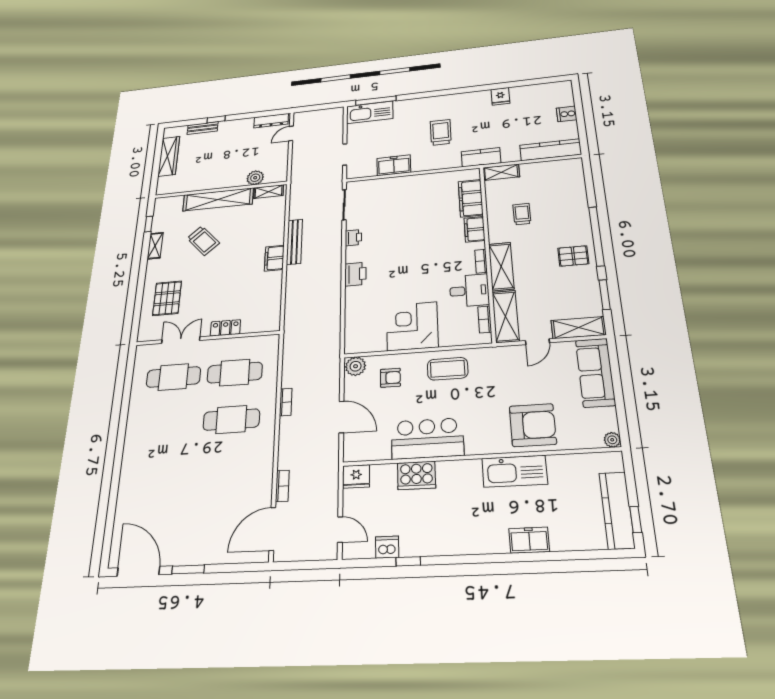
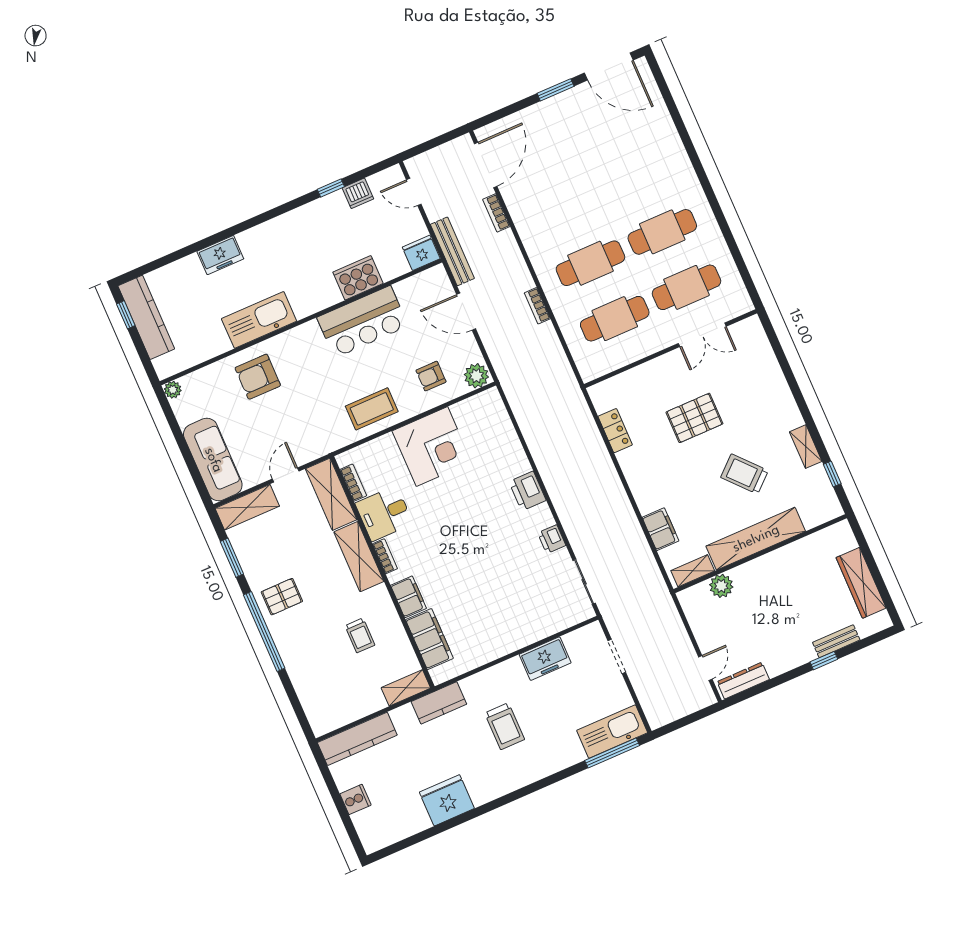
fridge: (500, 96) -> (447, 800), width x1.88, depth x1.34
bench: (294, 242) -> (452, 251), moved
filing cabinet: (274, 258) -> (660, 529), moved
pallet: (167, 298) -> (694, 418), moved, turned 90
locker: (225, 328) -> (615, 431), moved, turned -90
cafe table: (168, 424) -> (662, 232), added
armchair: (533, 425) -> (258, 377), width x0.73, depth x0.73

